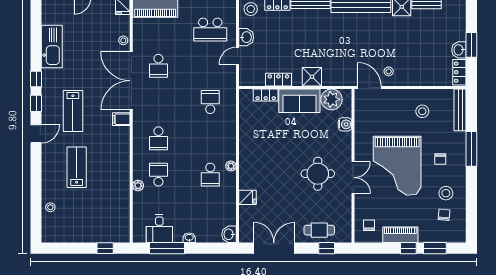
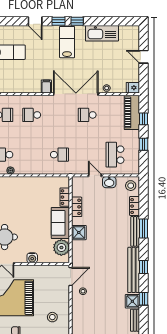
lab bench: (73, 111) -> (67, 42), moved, turned 90
water cooler: (345, 124) -> (32, 258), moved

